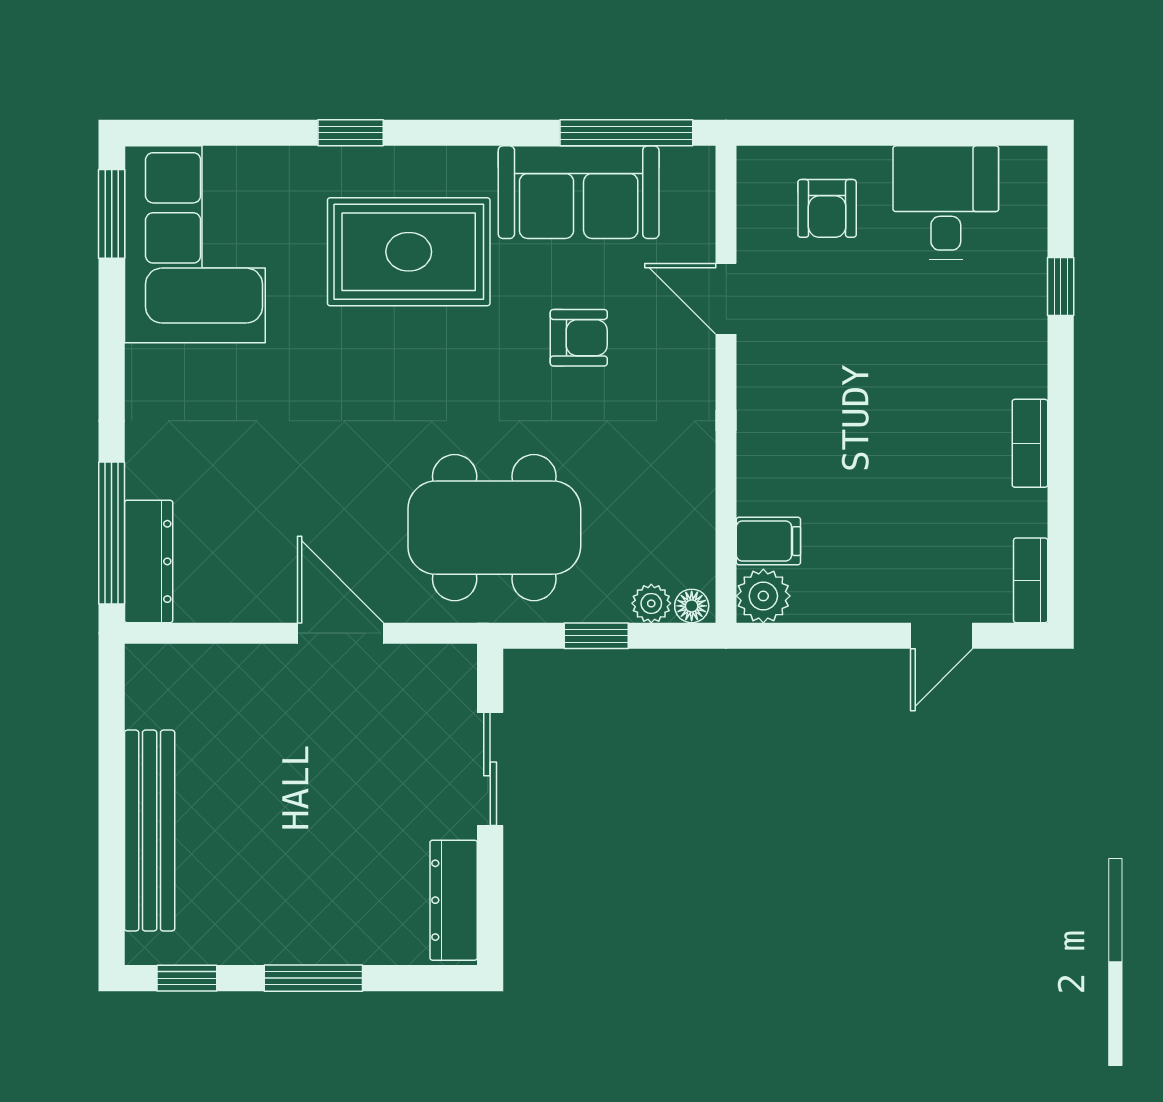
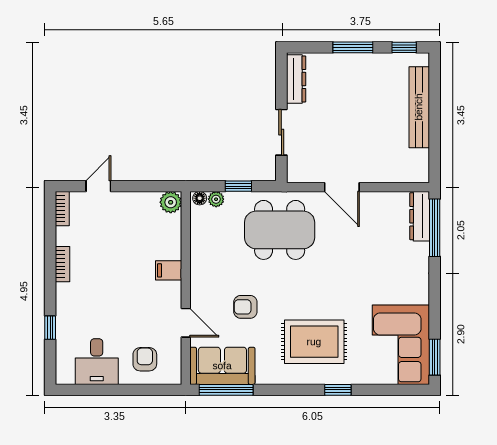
sofa: (579, 192) -> (222, 366), moved
filing cabinet: (768, 541) -> (169, 270), moved

